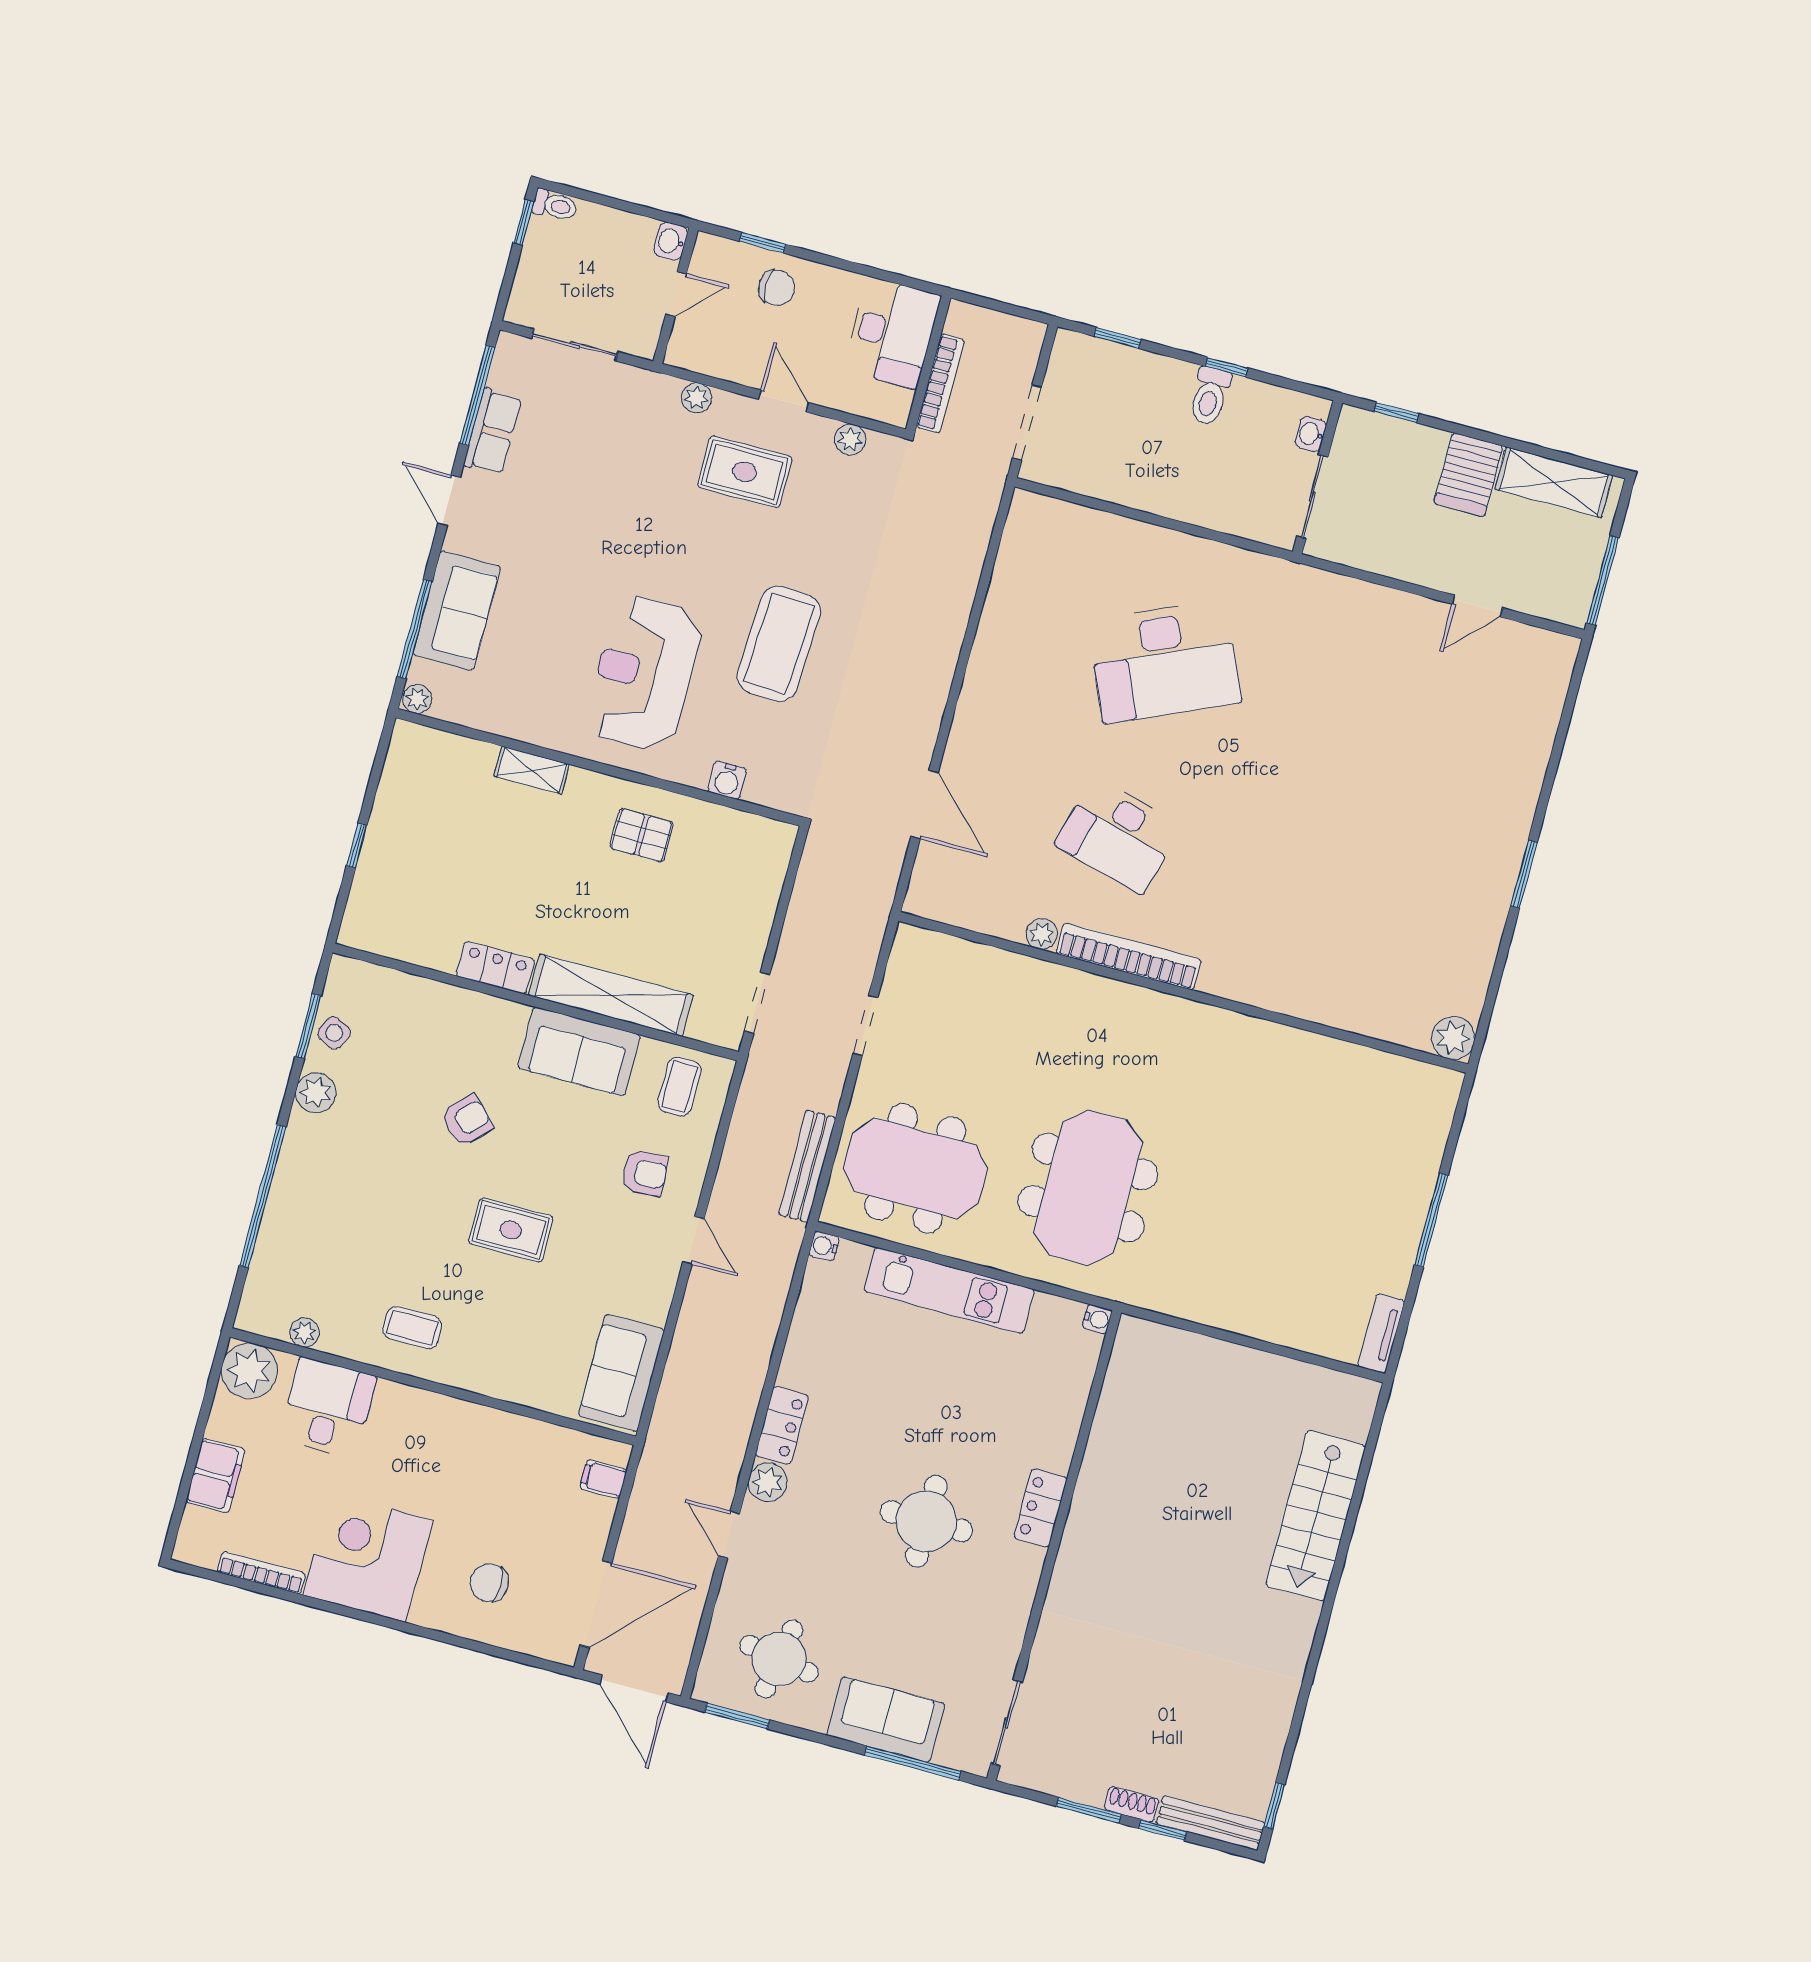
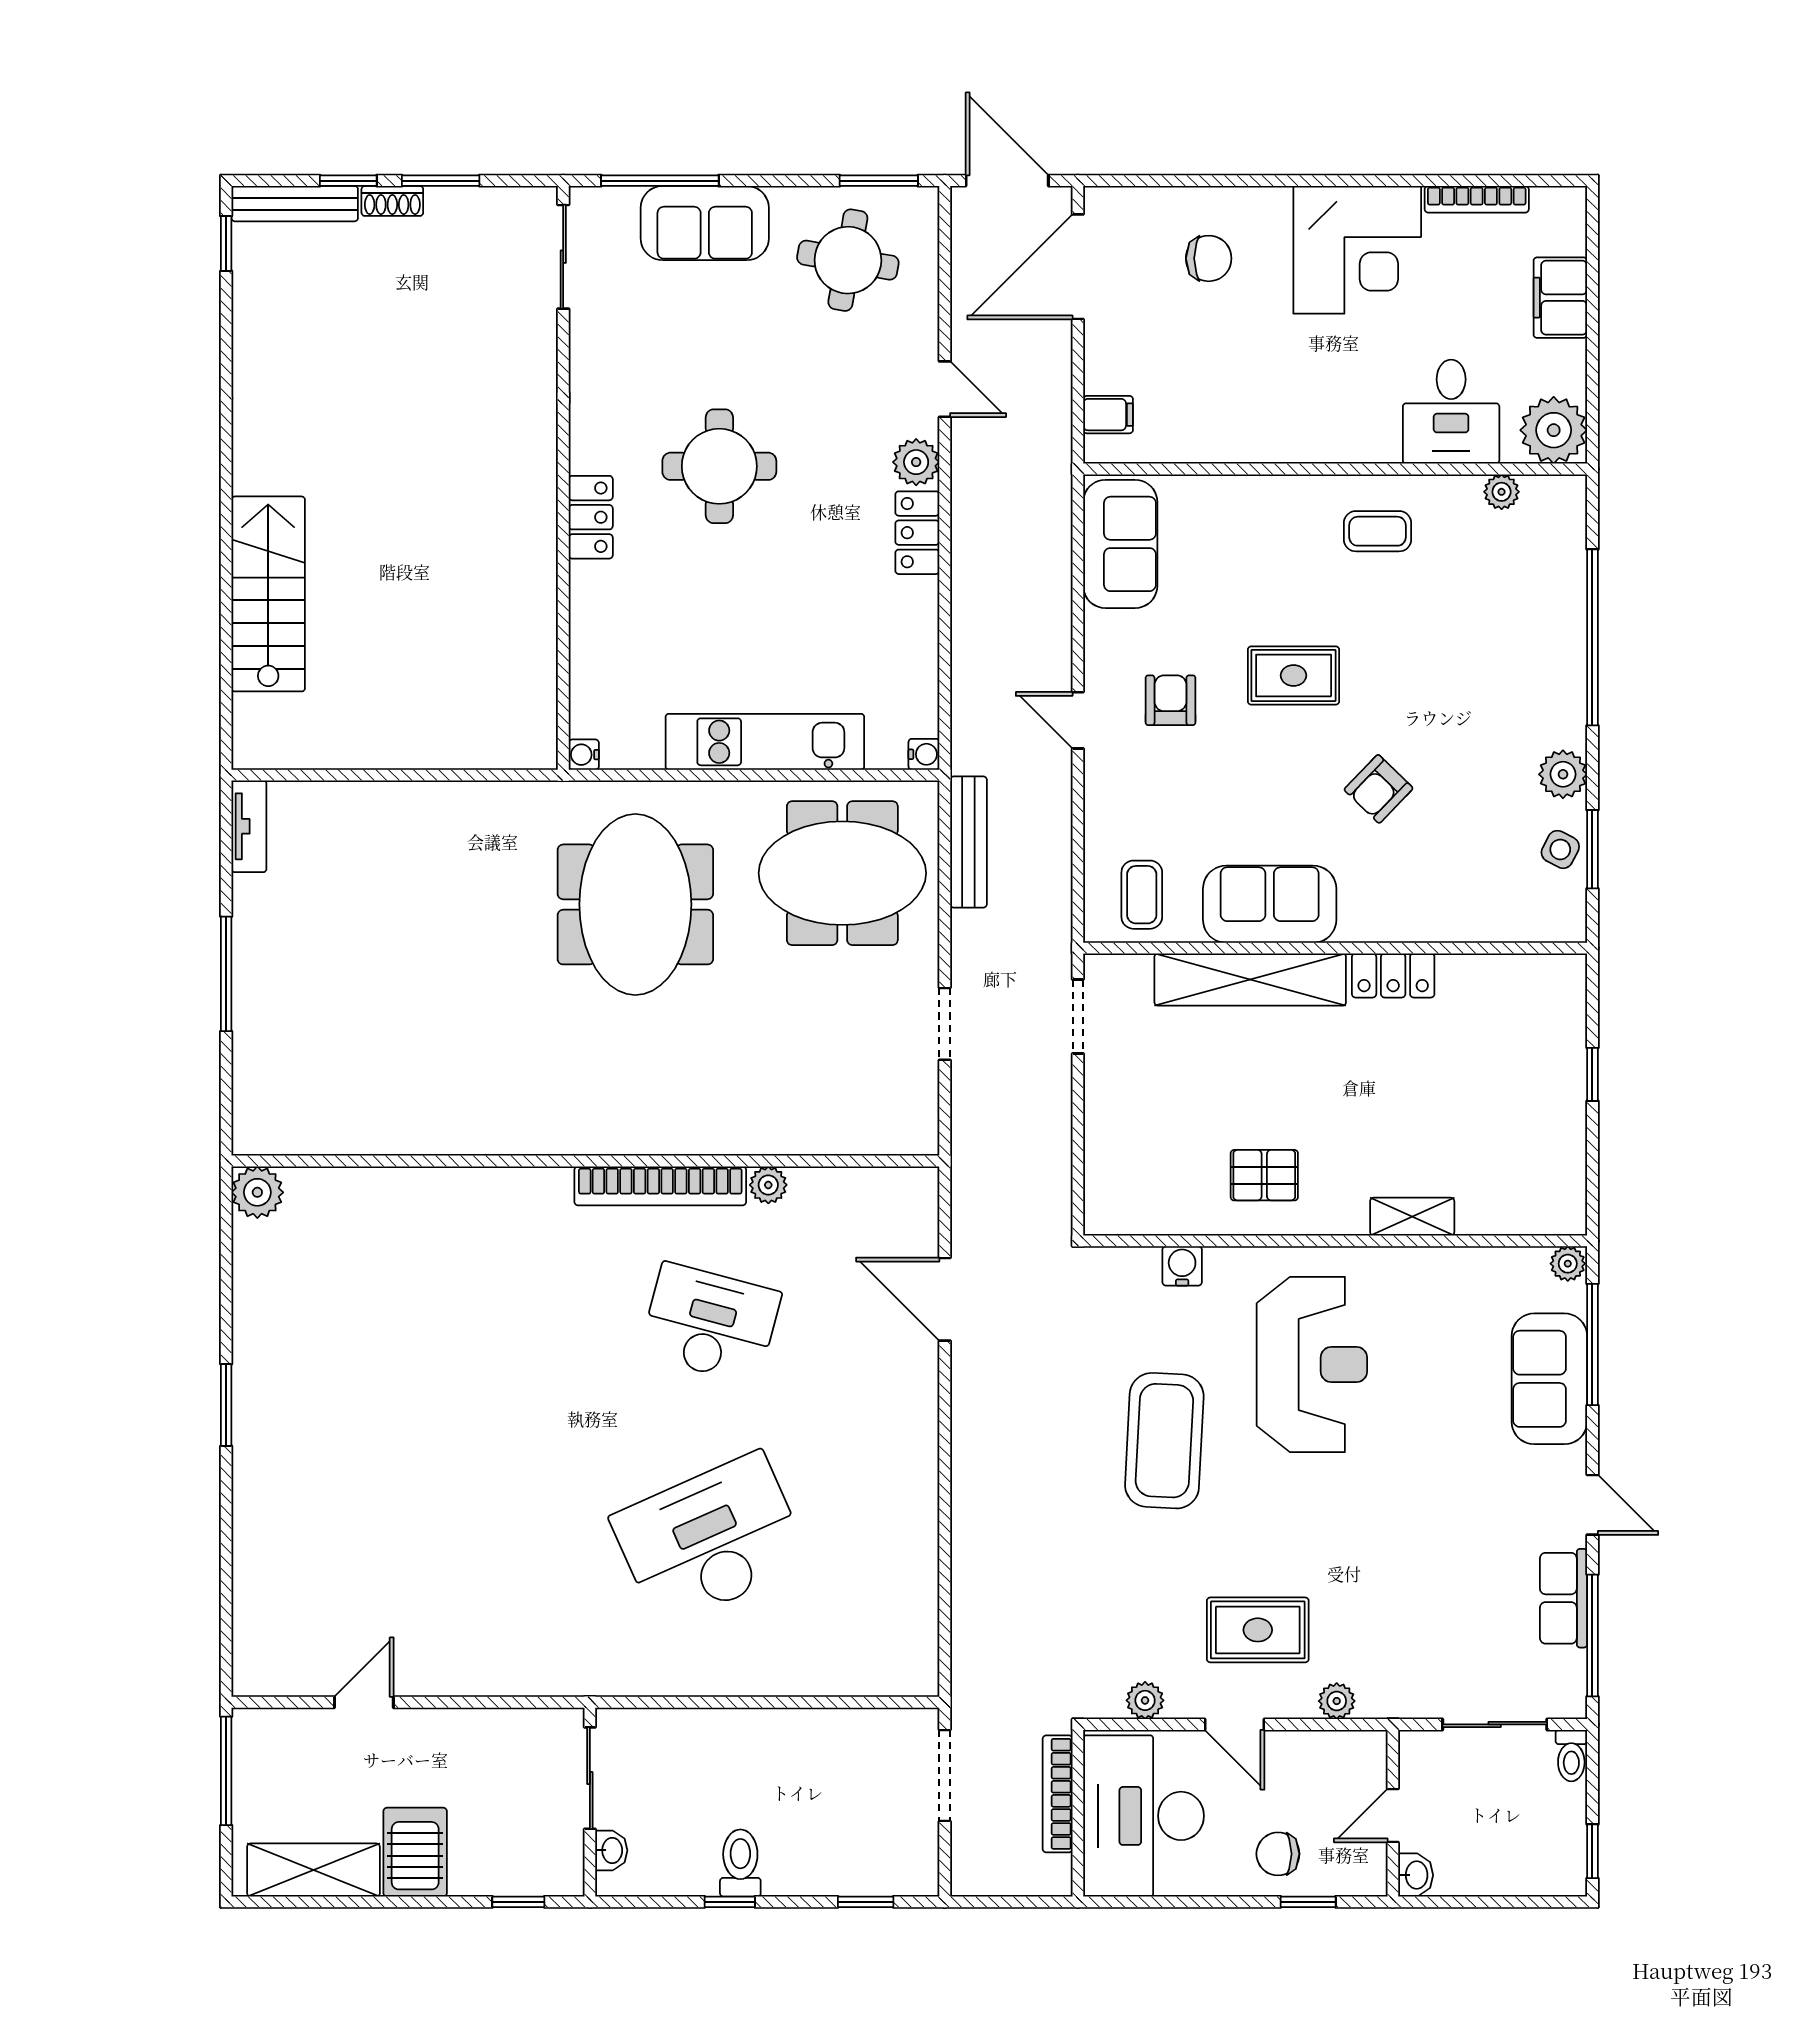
toilet: (555, 205) -> (1571, 1756), moved, turned -90
desk: (892, 333) -> (1144, 1816), width x1.36, depth x1.30
armchair: (645, 1173) -> (1170, 700), moved, turned 94

